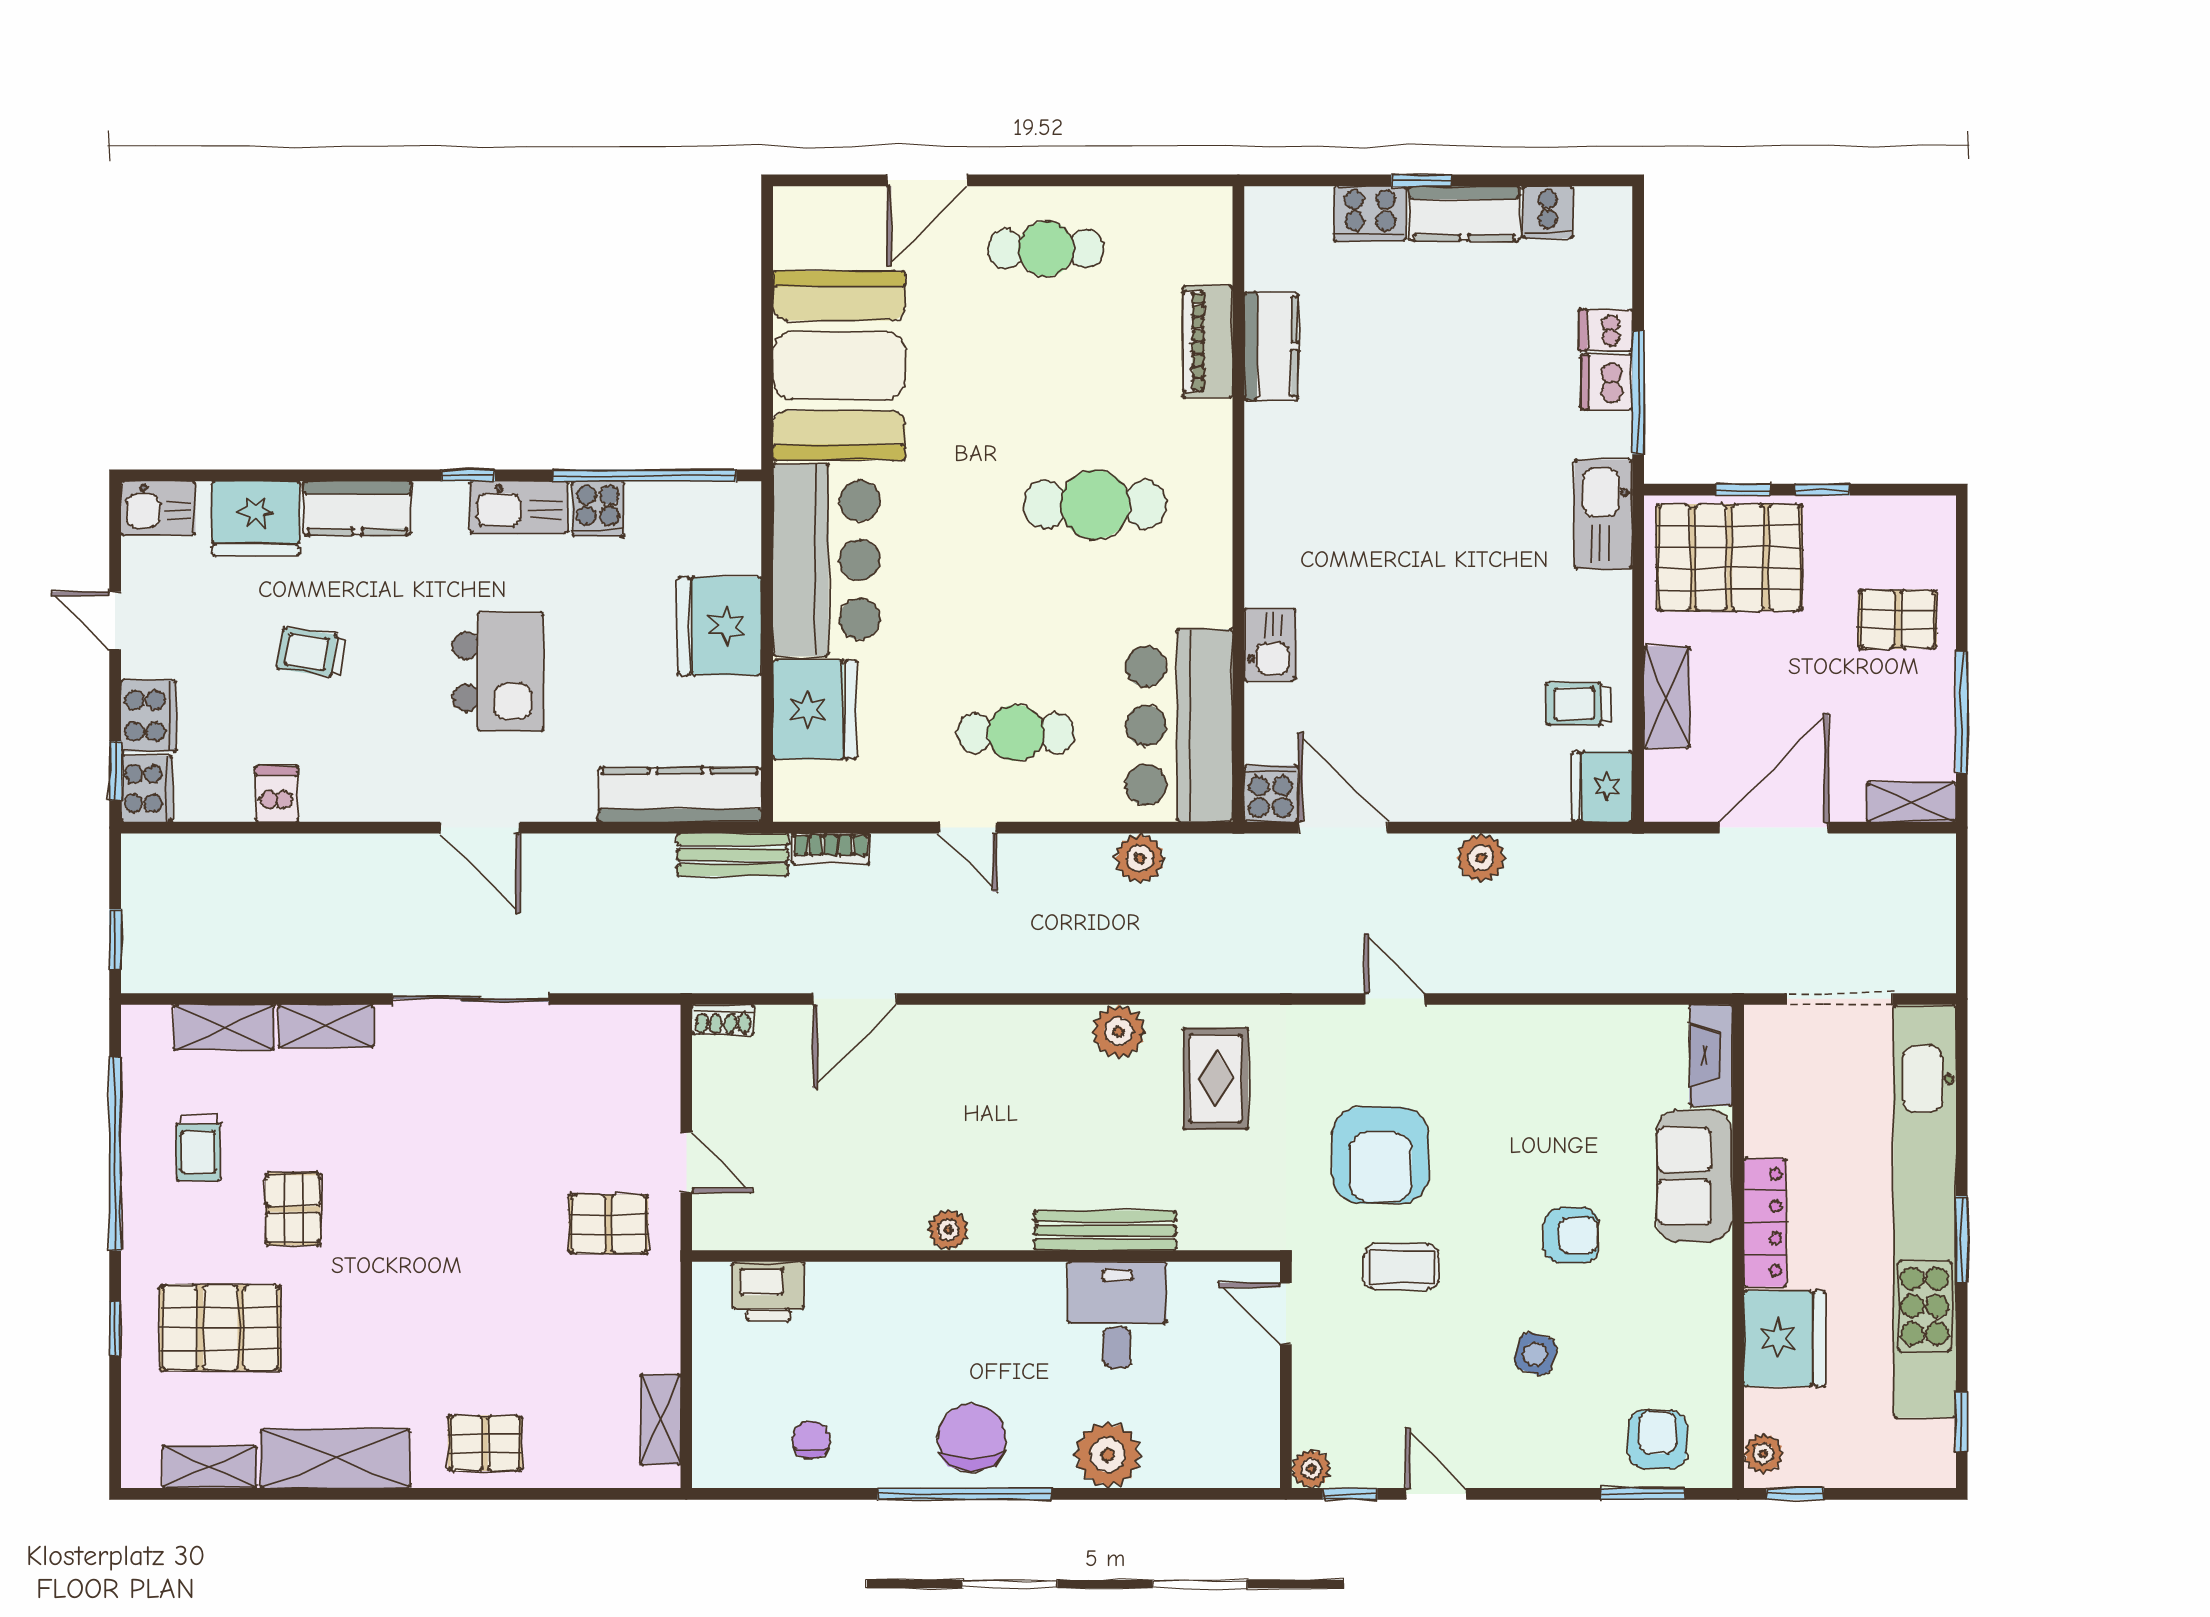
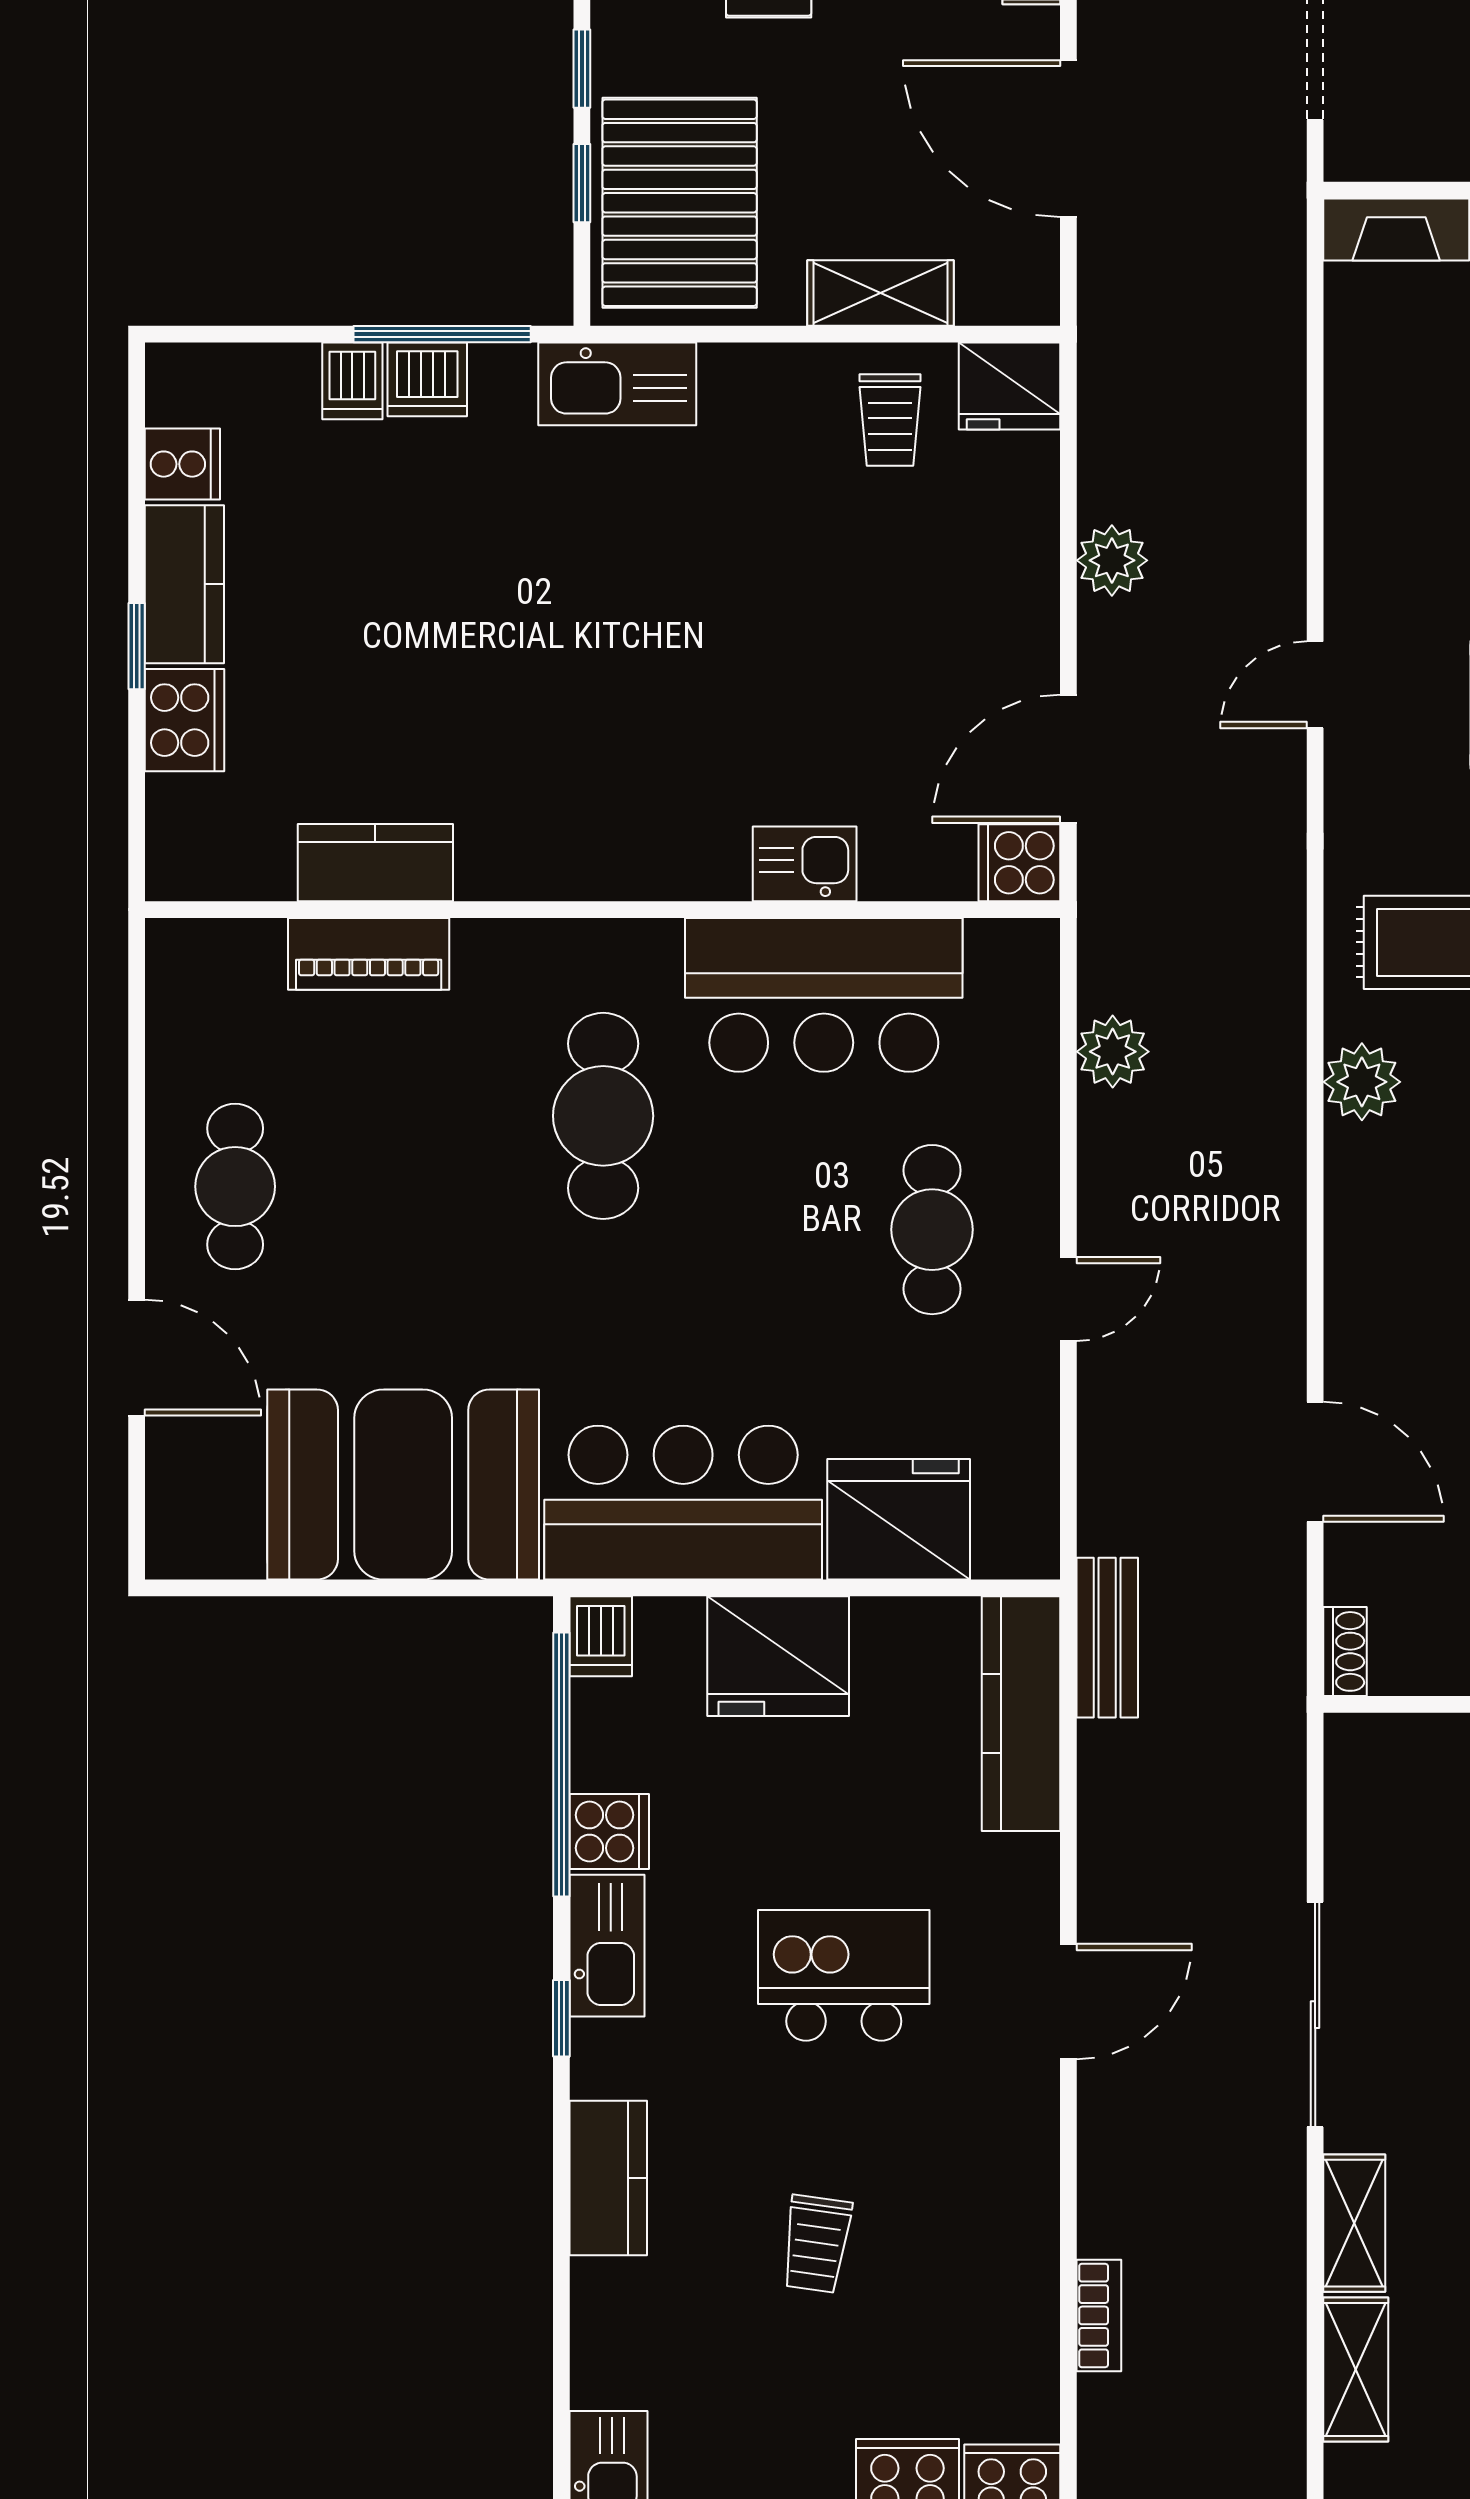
fridge: (256, 518) -> (623, 2324), removed
bar counter: (1179, 726) -> (824, 995), moved
dishwasher: (277, 794) -> (601, 1636), moved, turned -90
bookcase: (831, 849) -> (1099, 2315), moved

